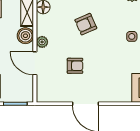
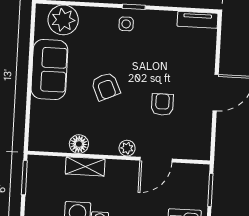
boiler: (25, 36) -> (117, 171), removed

